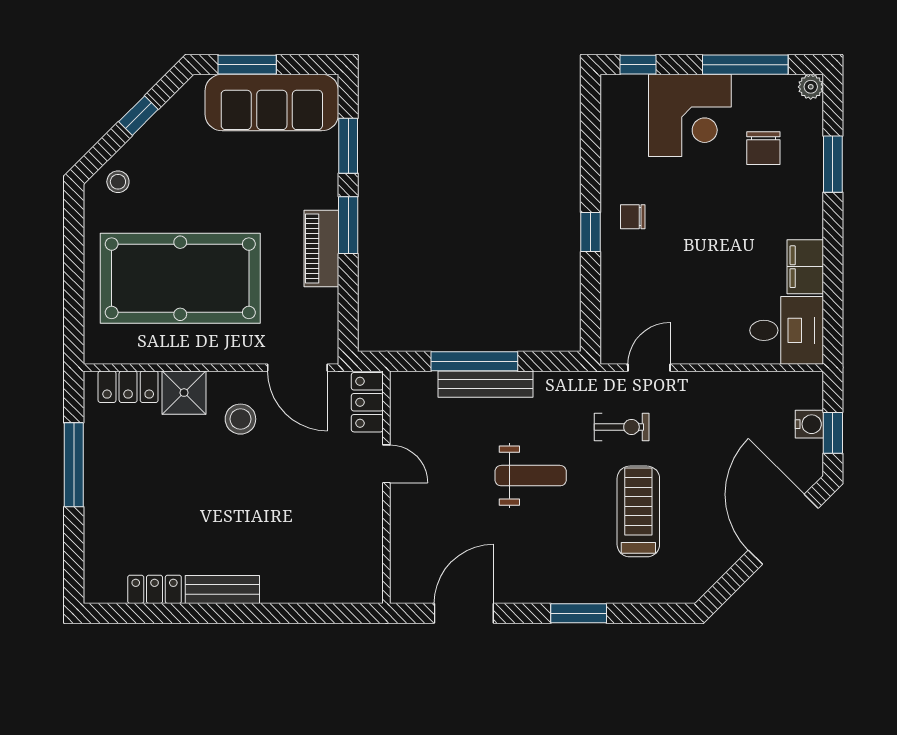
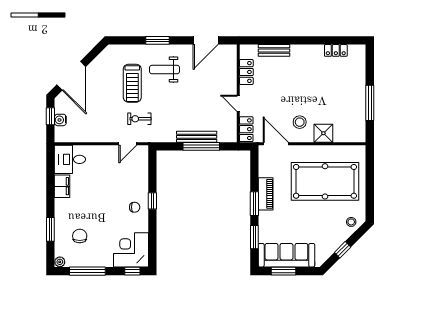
window: (247, 65) -> (284, 271), moved
corner desk: (690, 115) -> (131, 250), moved
locker: (128, 387) -> (246, 72), moved, turned 90
weight bench: (531, 476) -> (164, 70), moved
bench: (222, 589) -> (274, 50), moved

